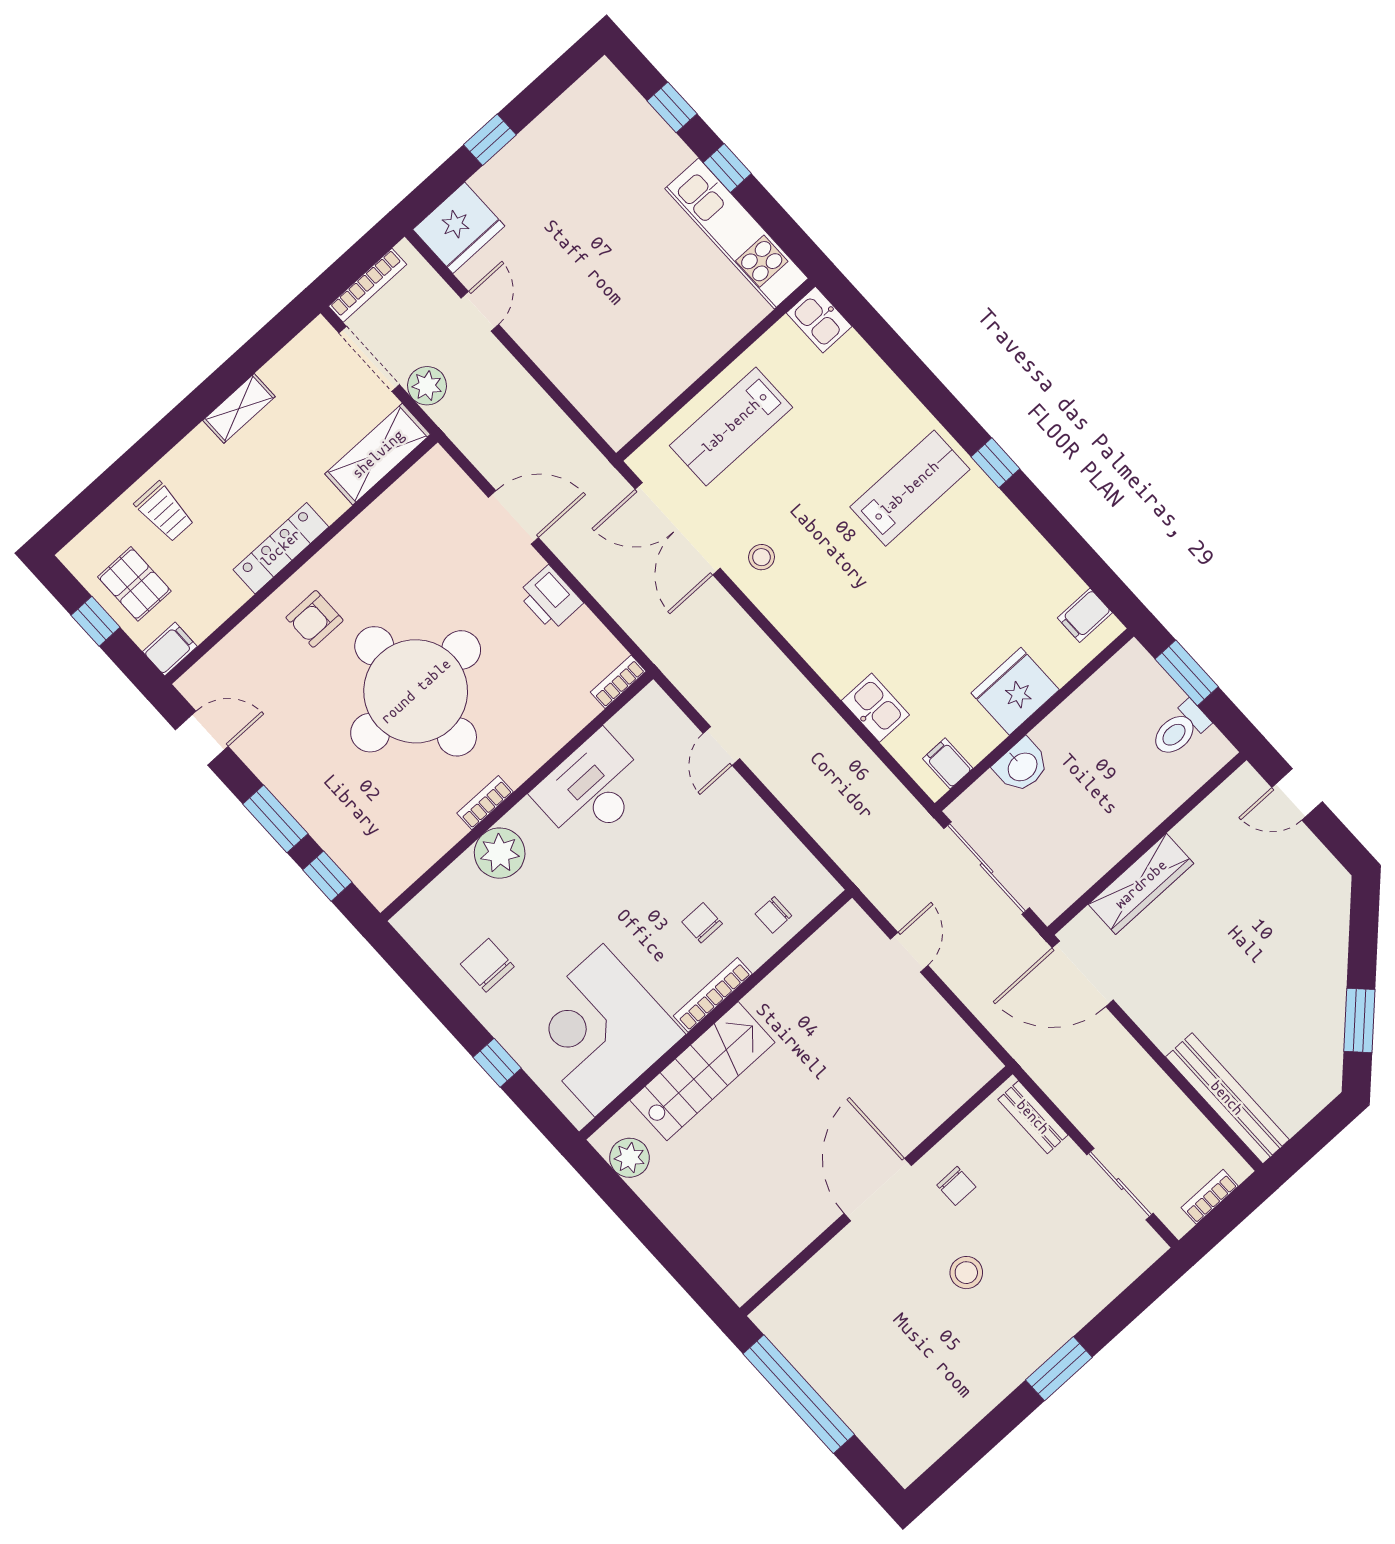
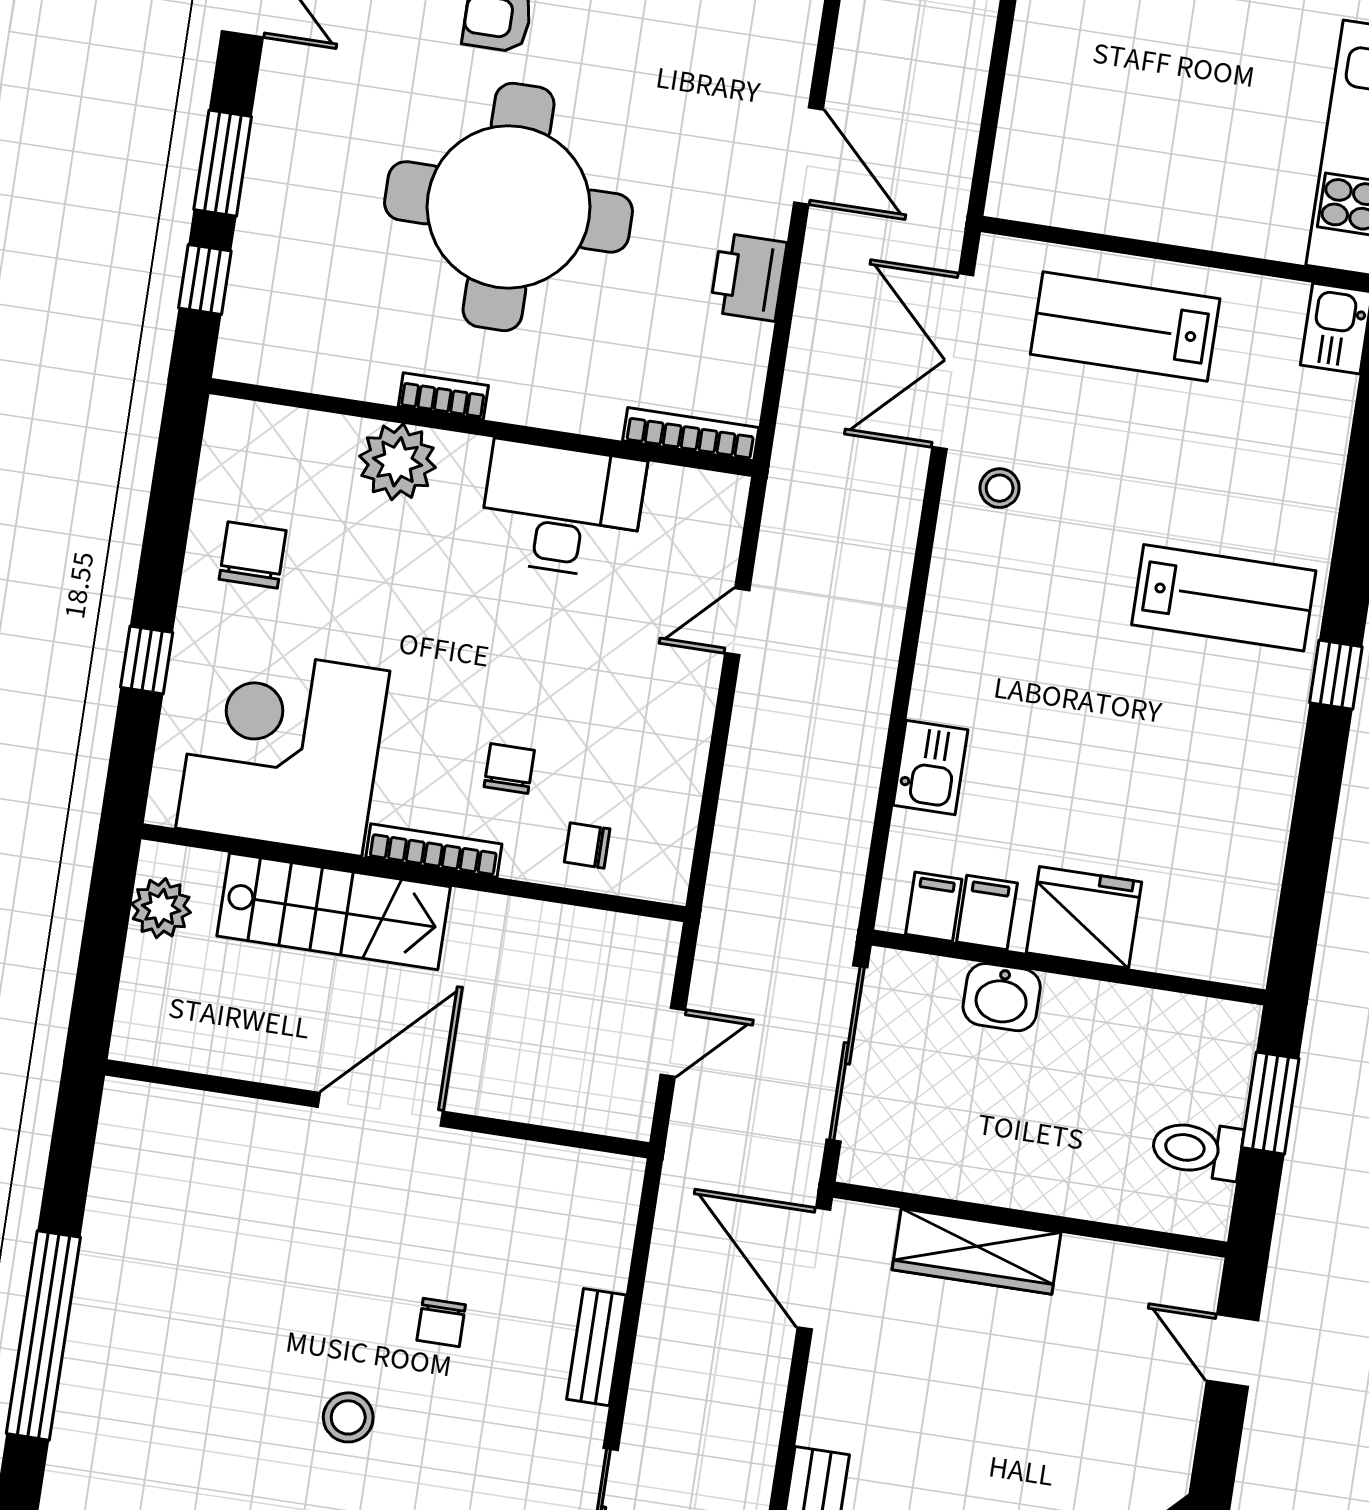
filing cabinet: (1085, 615) -> (987, 912), moved, turned 90
bookcase: (618, 682) -> (691, 434), width x1.56
door: (878, 1190) -> (380, 1109), moved
wall: (876, 1191) -> (377, 1109), moved

